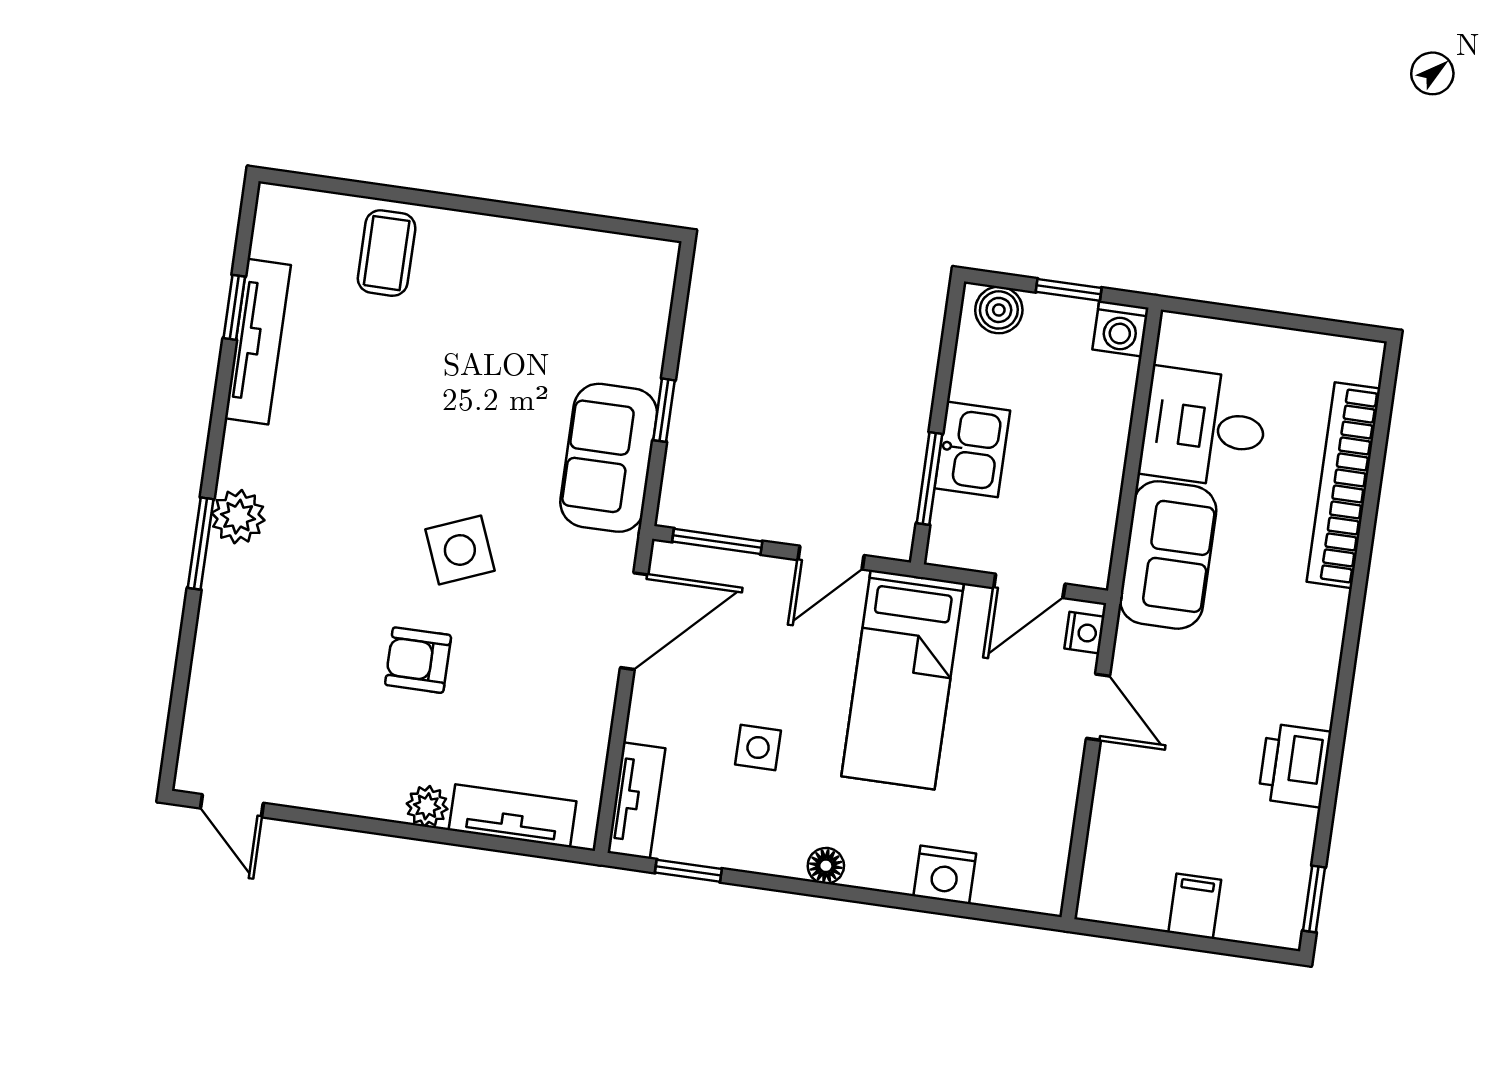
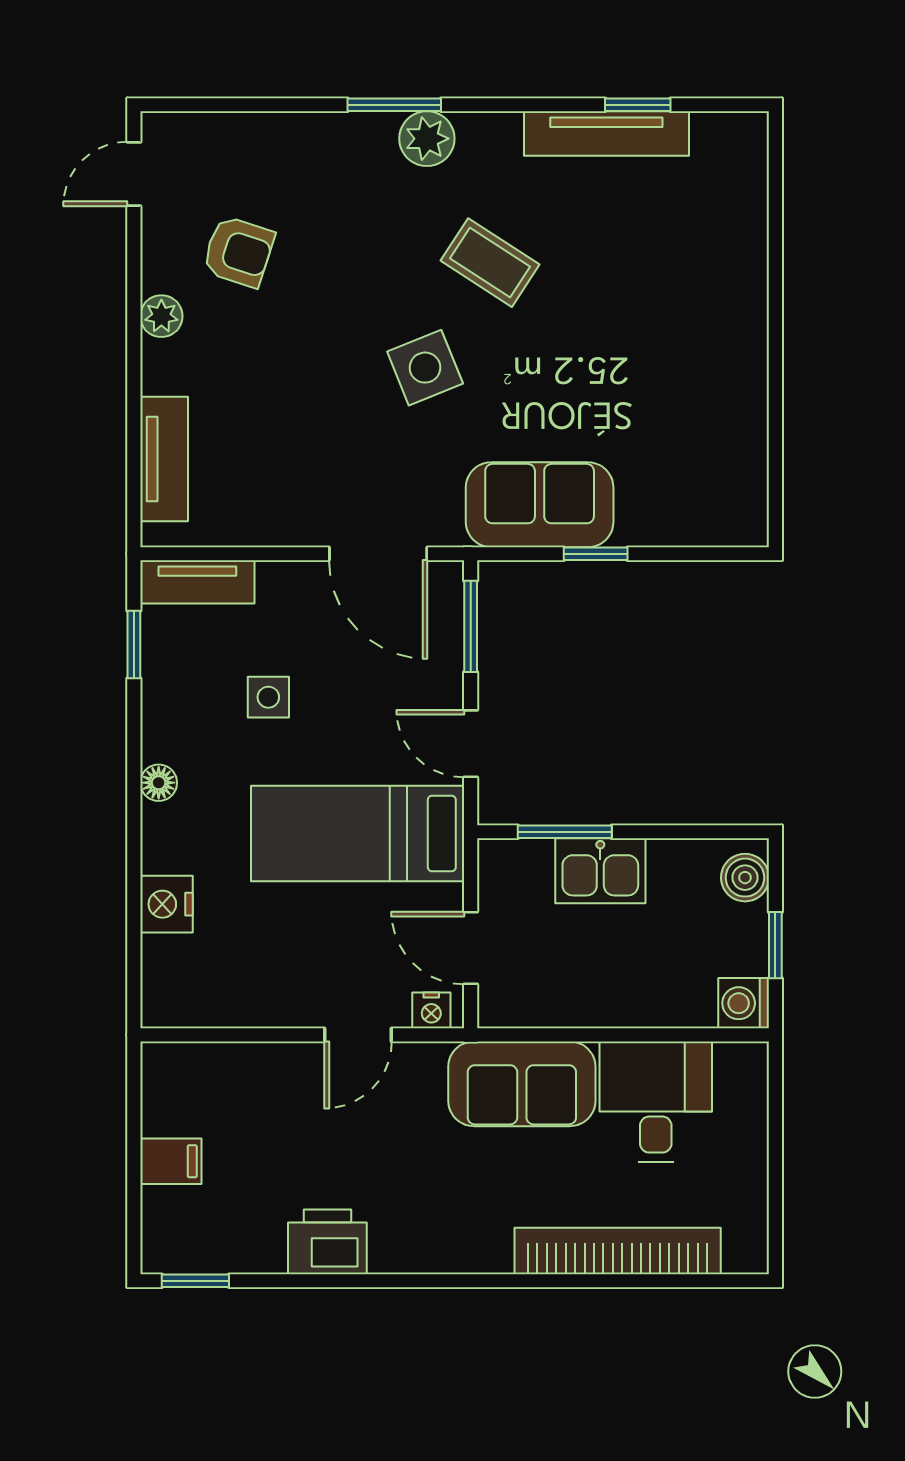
coffee table: (387, 253) -> (490, 263), moved, turned 33
armchair: (418, 660) -> (238, 252), moved, turned 108
plant: (427, 806) -> (161, 316), moved

